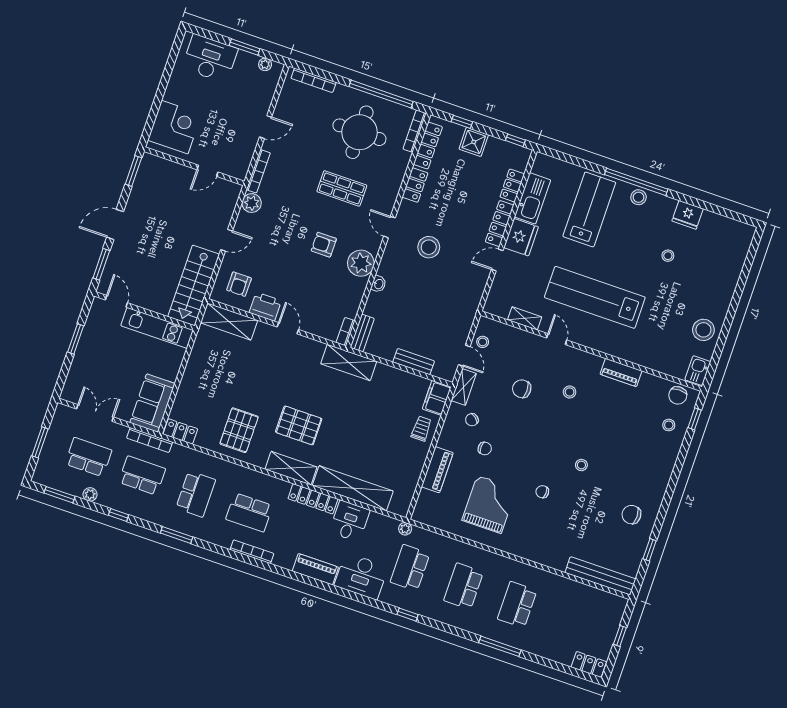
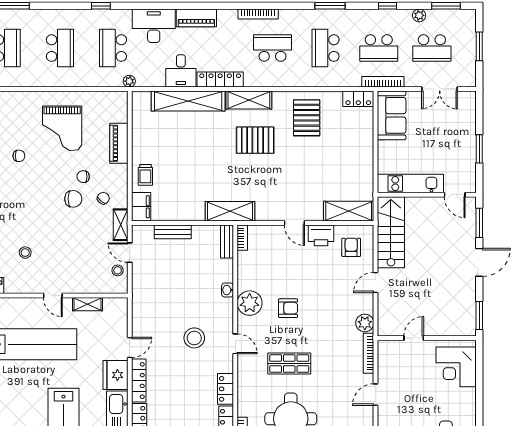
chair: (522, 389) -> (73, 199), moved
school desk: (410, 568) -> (113, 48), turned 180

